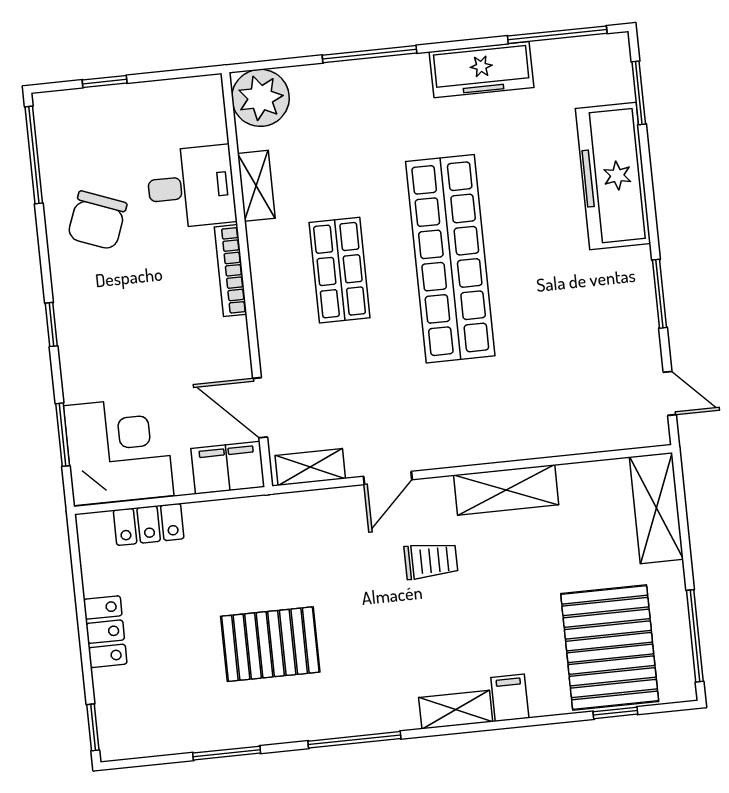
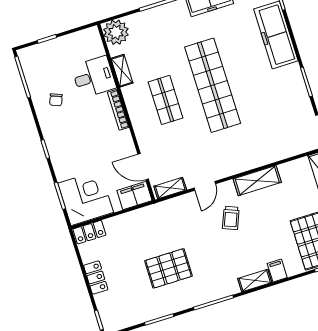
chair: (97, 220) -> (56, 100), width x0.54, depth x0.54
locker: (149, 524) -> (89, 232), moved
trolley: (431, 561) -> (231, 218), turned 112

